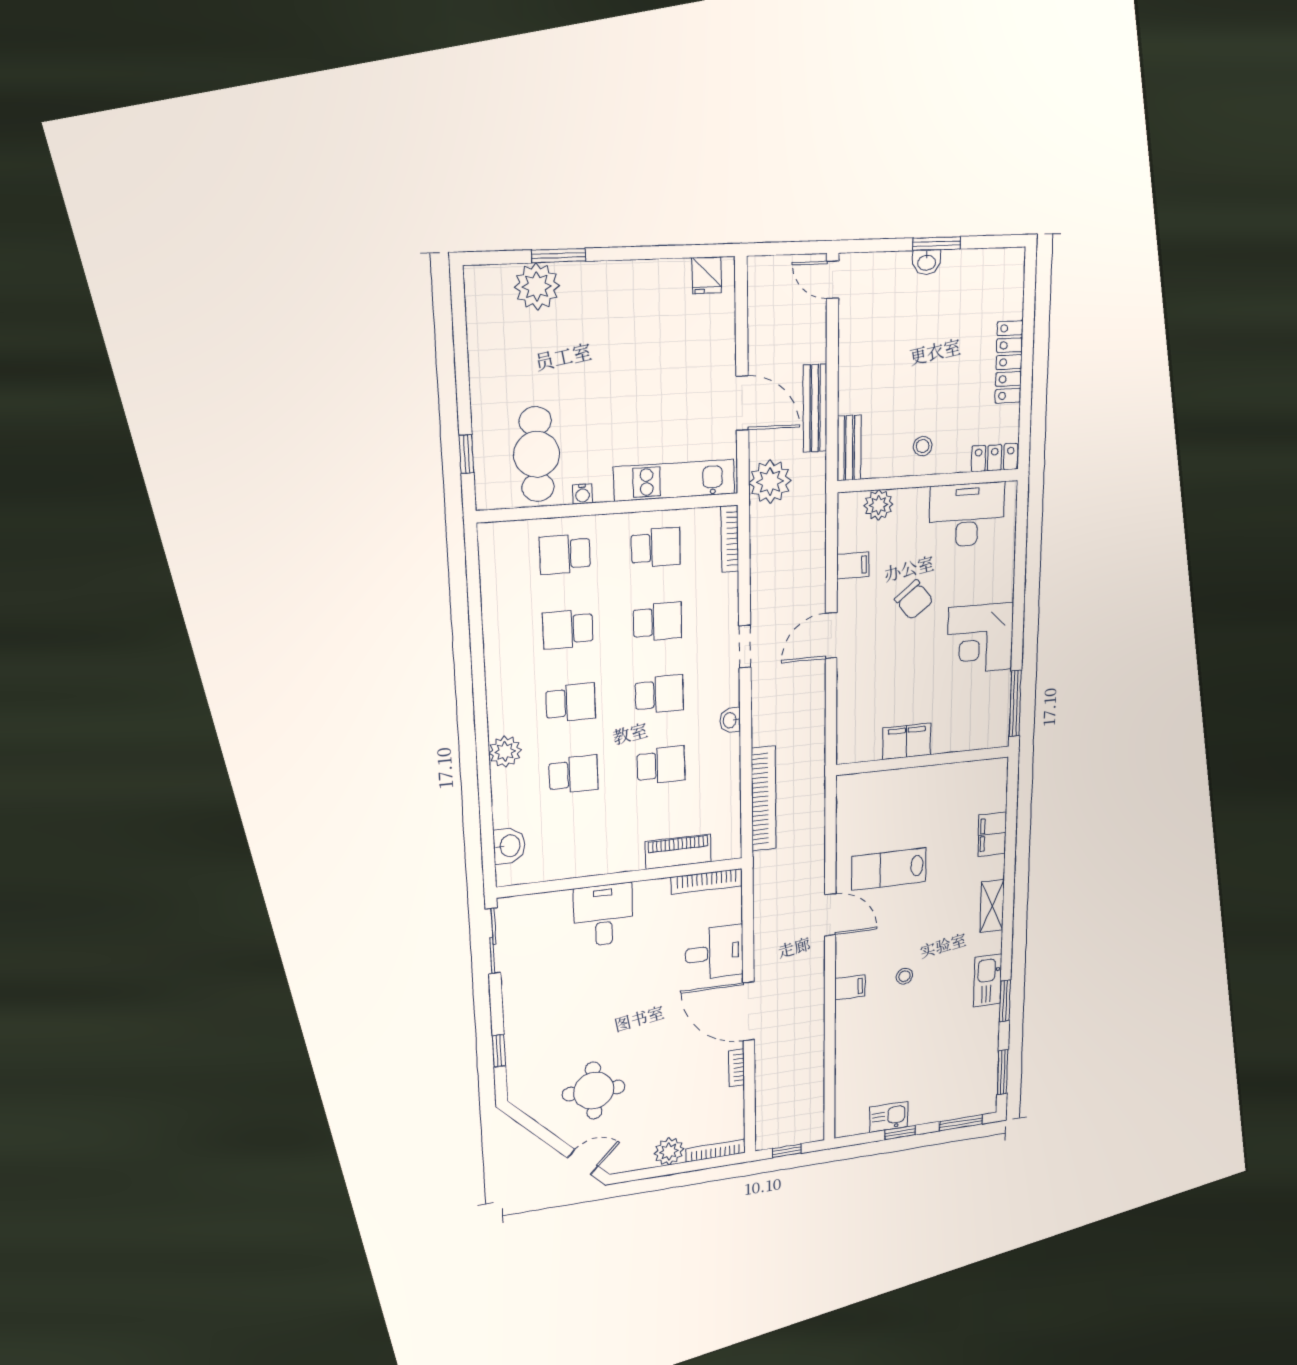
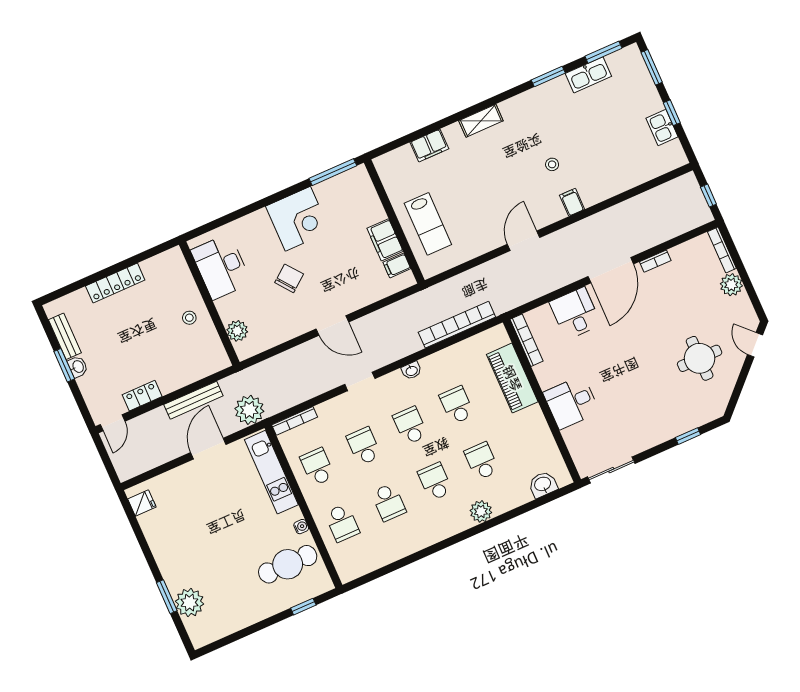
bench: (849, 448) -> (65, 336), moved, turned 90
locker: (995, 458) -> (142, 396), moved, turned 90
filing cabinet: (853, 565) -> (397, 265), moved, turned -90
piano: (678, 852) -> (512, 378), width x1.37, depth x1.33
lab bench: (889, 869) -> (428, 224), moved
kitchen sink: (988, 980) -> (588, 75), moved

